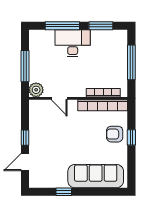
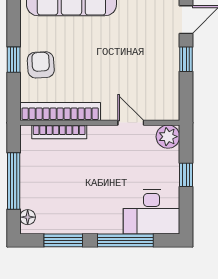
floor lamp: (123, 40) -> (28, 217), added
desk: (73, 43) -> (152, 212), moved
window: (25, 66) -> (186, 175), width x0.46
armchair: (115, 134) -> (41, 65), turned -93

